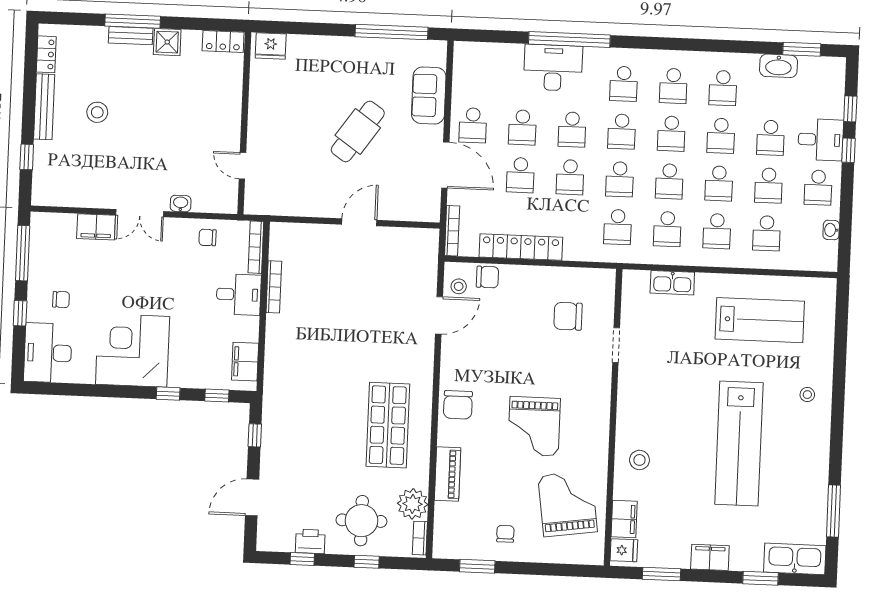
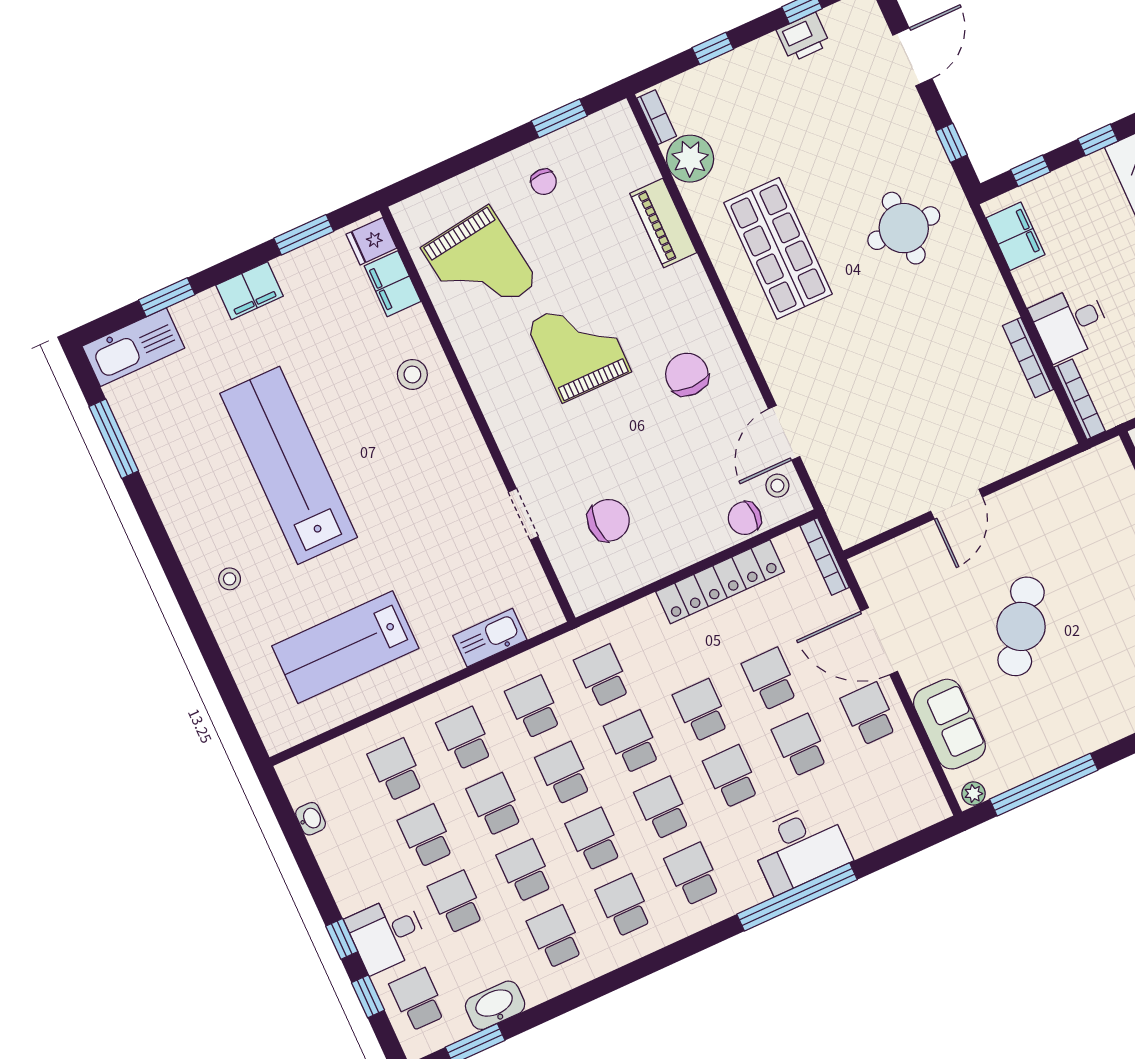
plant: (435, 48) -> (974, 794), added
school desk: (818, 188) -> (418, 1000), moved
chair: (458, 405) -> (687, 374), moved
round table: (361, 521) -> (904, 228), moved

